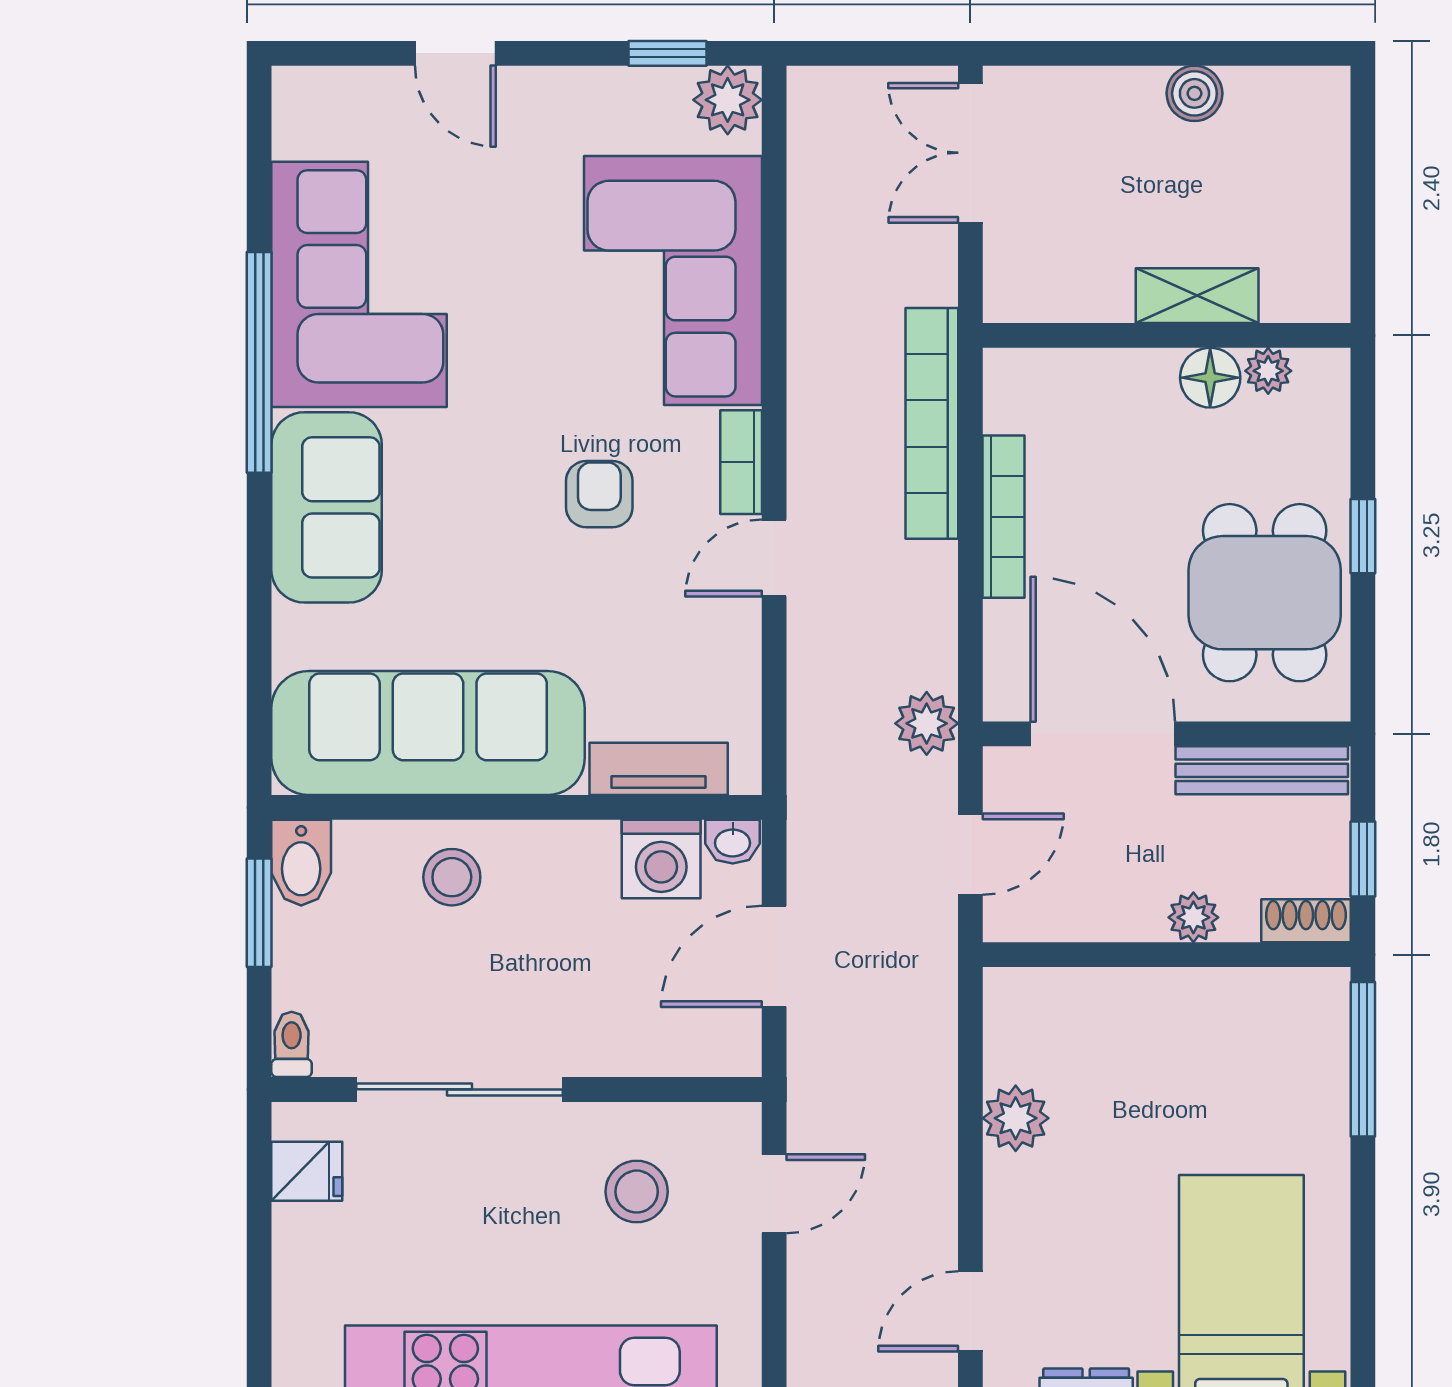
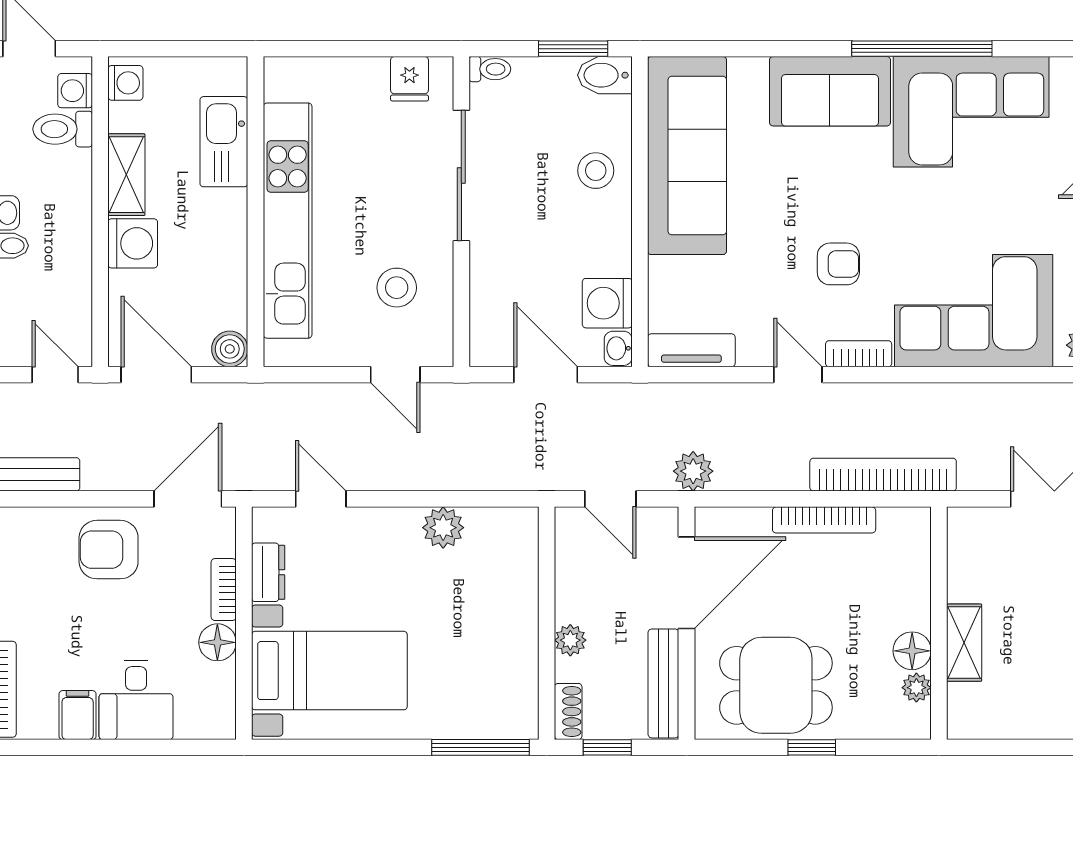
tv unit: (659, 769) -> (691, 350), moved, turned -90

